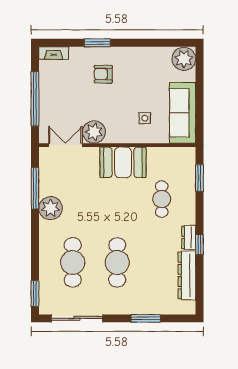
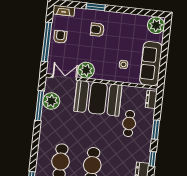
armchair: (53, 90) -> (60, 37), added
booth: (123, 162) -> (98, 98), width x1.36, depth x1.42
window: (199, 178) -> (156, 130), moved
plant: (51, 208) -> (51, 101), moved
dresser: (189, 237) -> (151, 99), moved

